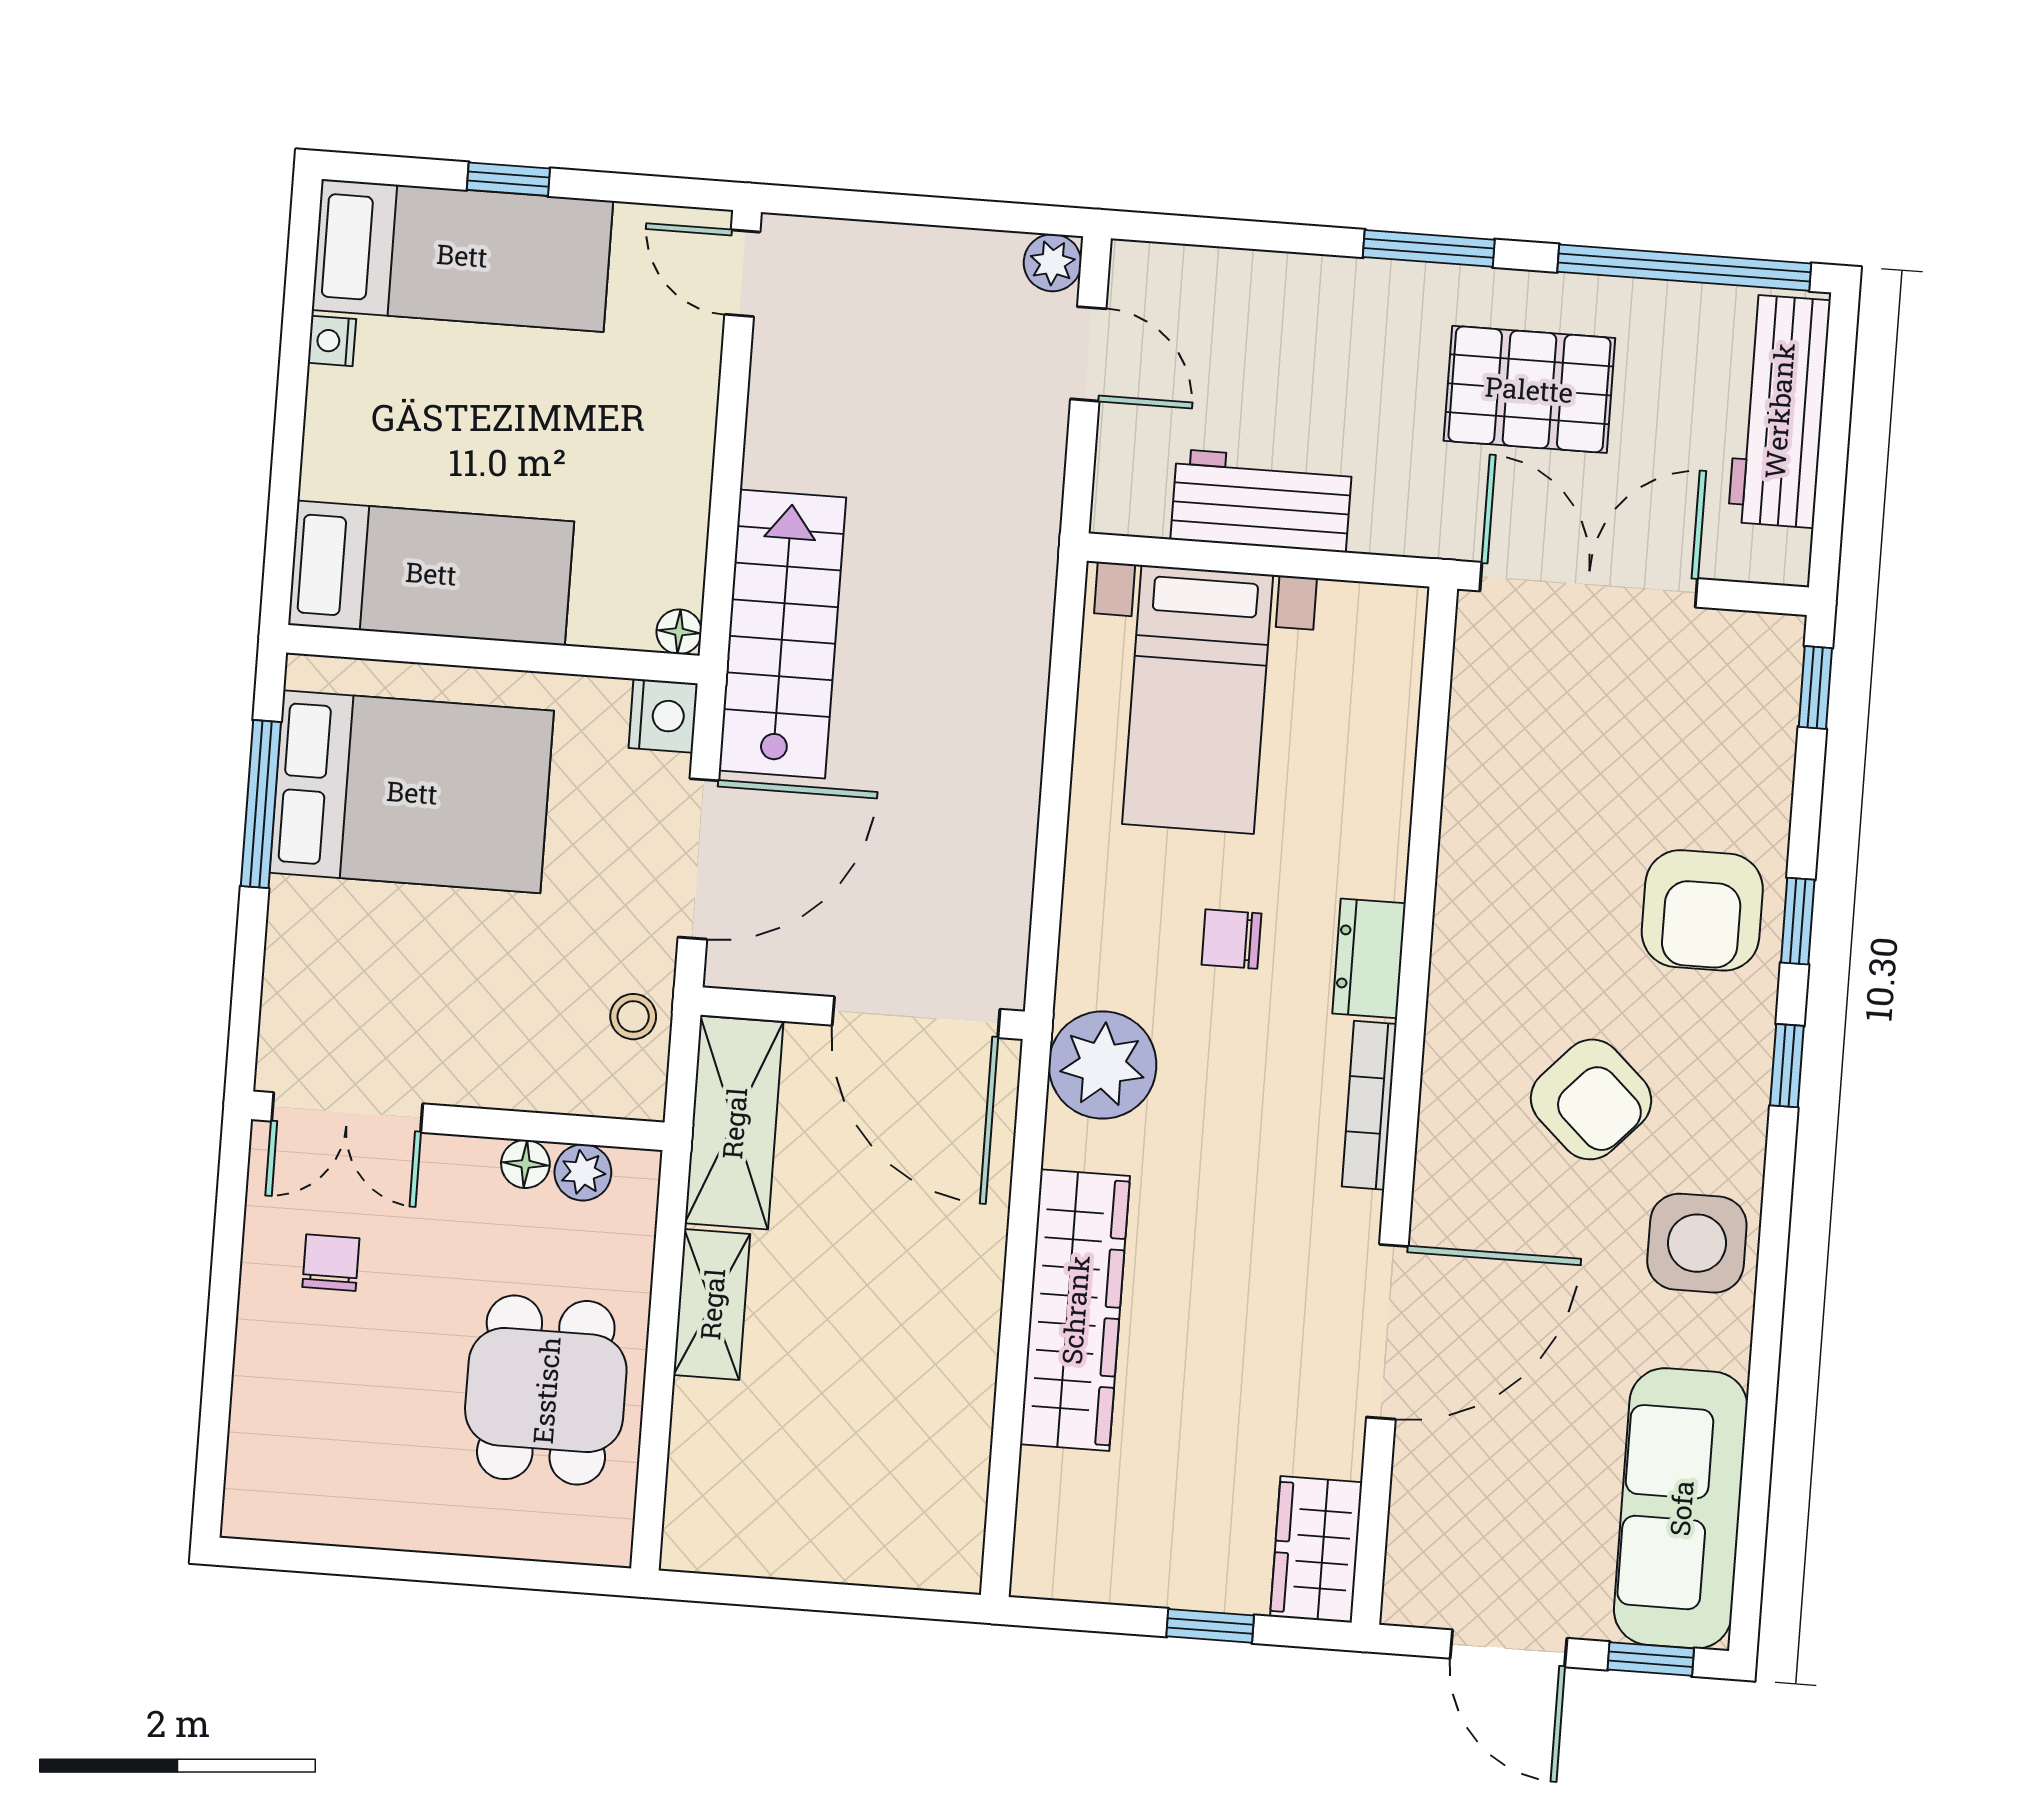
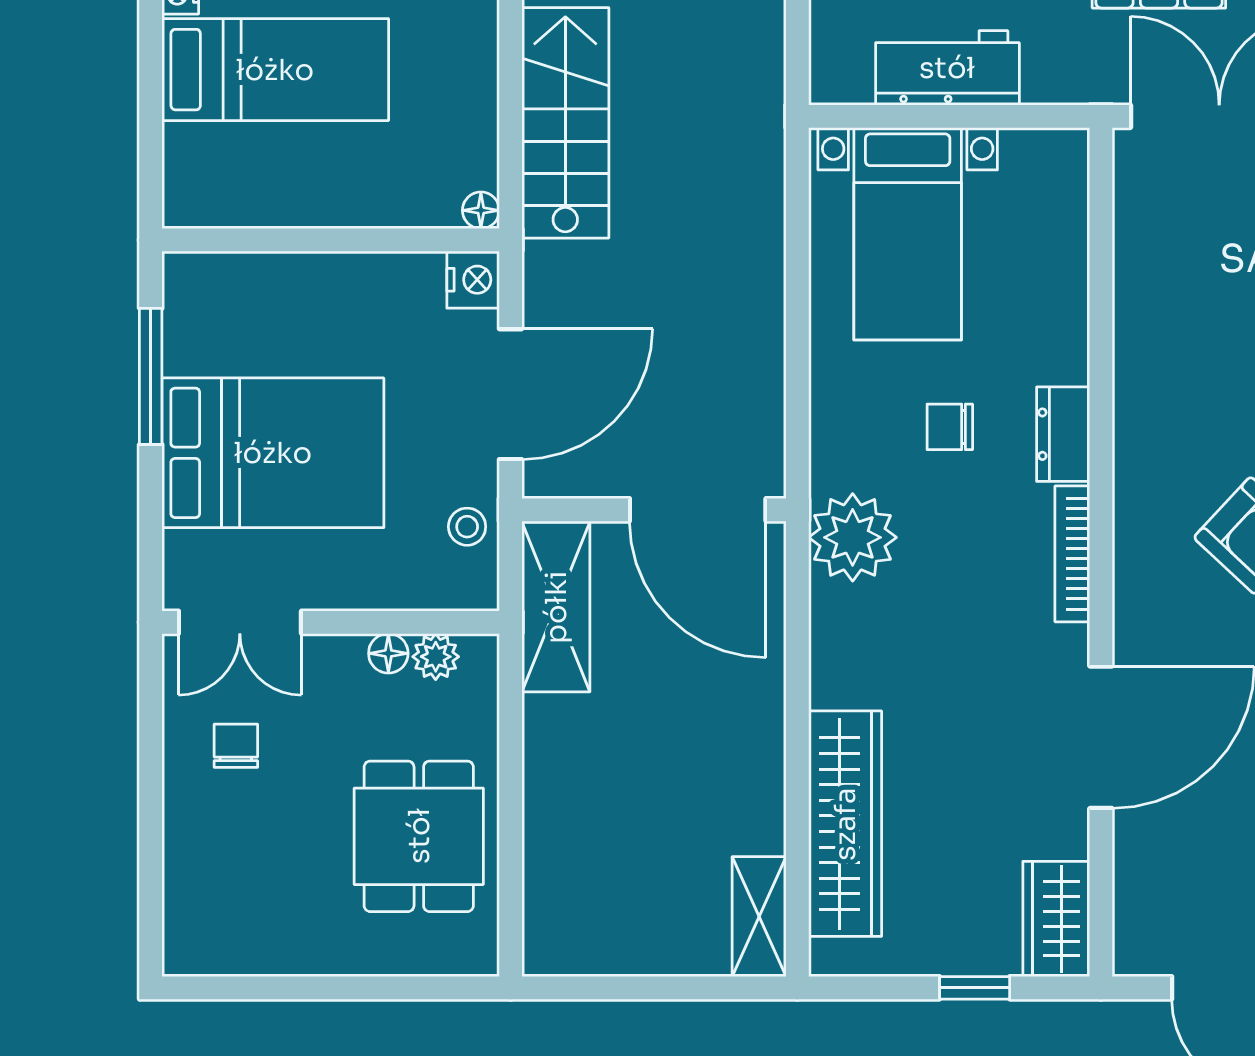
bed: (431, 573) -> (275, 70), moved
stairs: (782, 634) -> (565, 123), moved
bed: (412, 792) -> (273, 453), moved
shelving: (712, 1304) -> (759, 917), moved
wardrobe: (1075, 1310) -> (845, 824), moved

